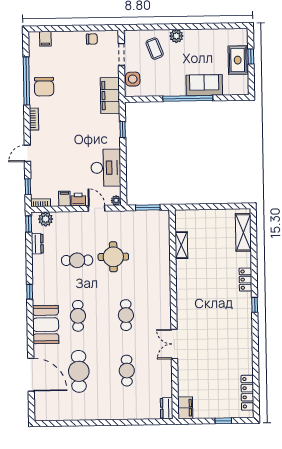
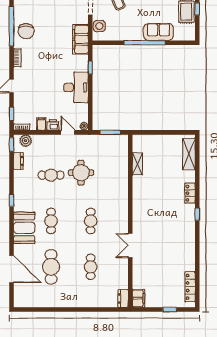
desk: (106, 168) -> (76, 87), moved

